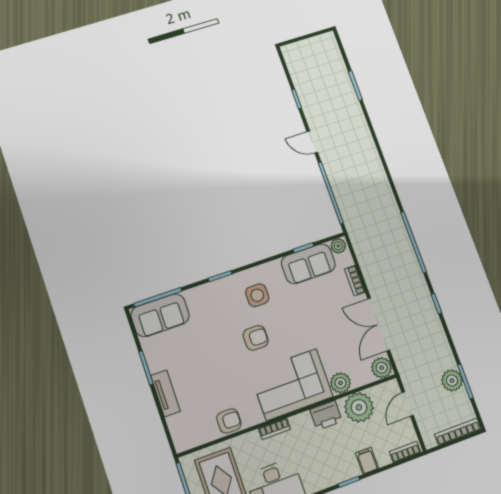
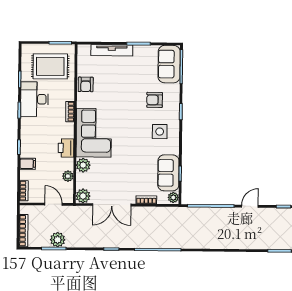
double door: (379, 324) -> (112, 205), swing flipped
armchair: (256, 338) -> (155, 100), moved, turned 90
tv unit: (166, 393) -> (112, 50), width x1.41
plant: (359, 407) -> (68, 176), width x0.53, depth x0.53

